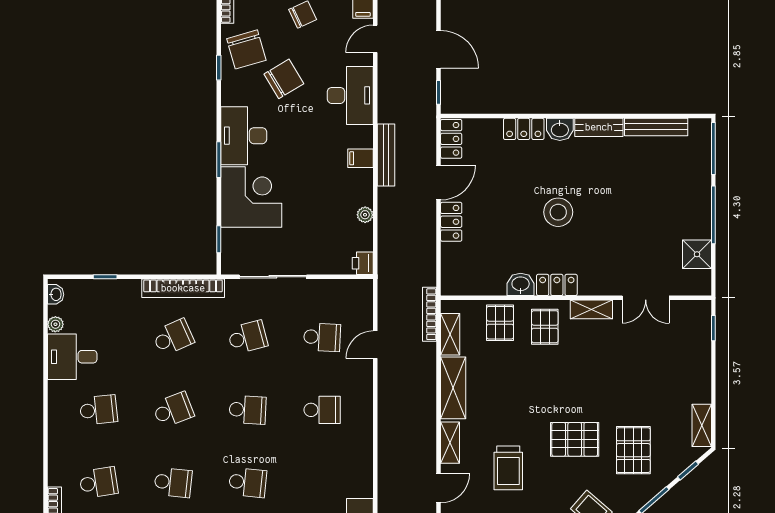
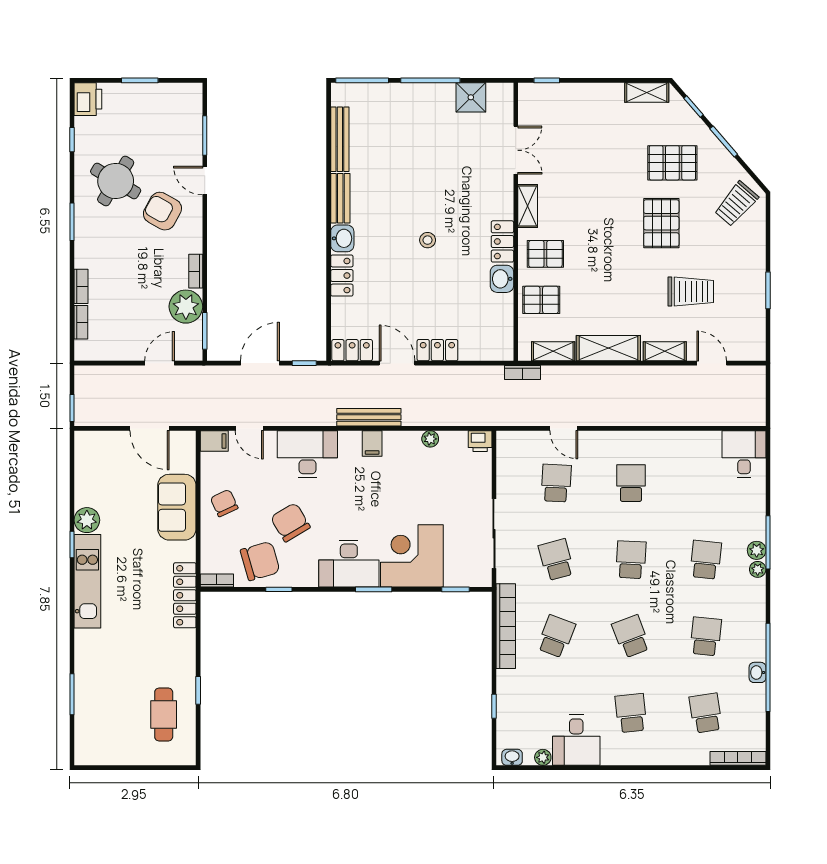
stool: (558, 212) -> (428, 240), width x0.53, depth x0.53
bookcase: (430, 314) -> (523, 372), width x0.64
school desk: (173, 337) -> (556, 636), turned 45

